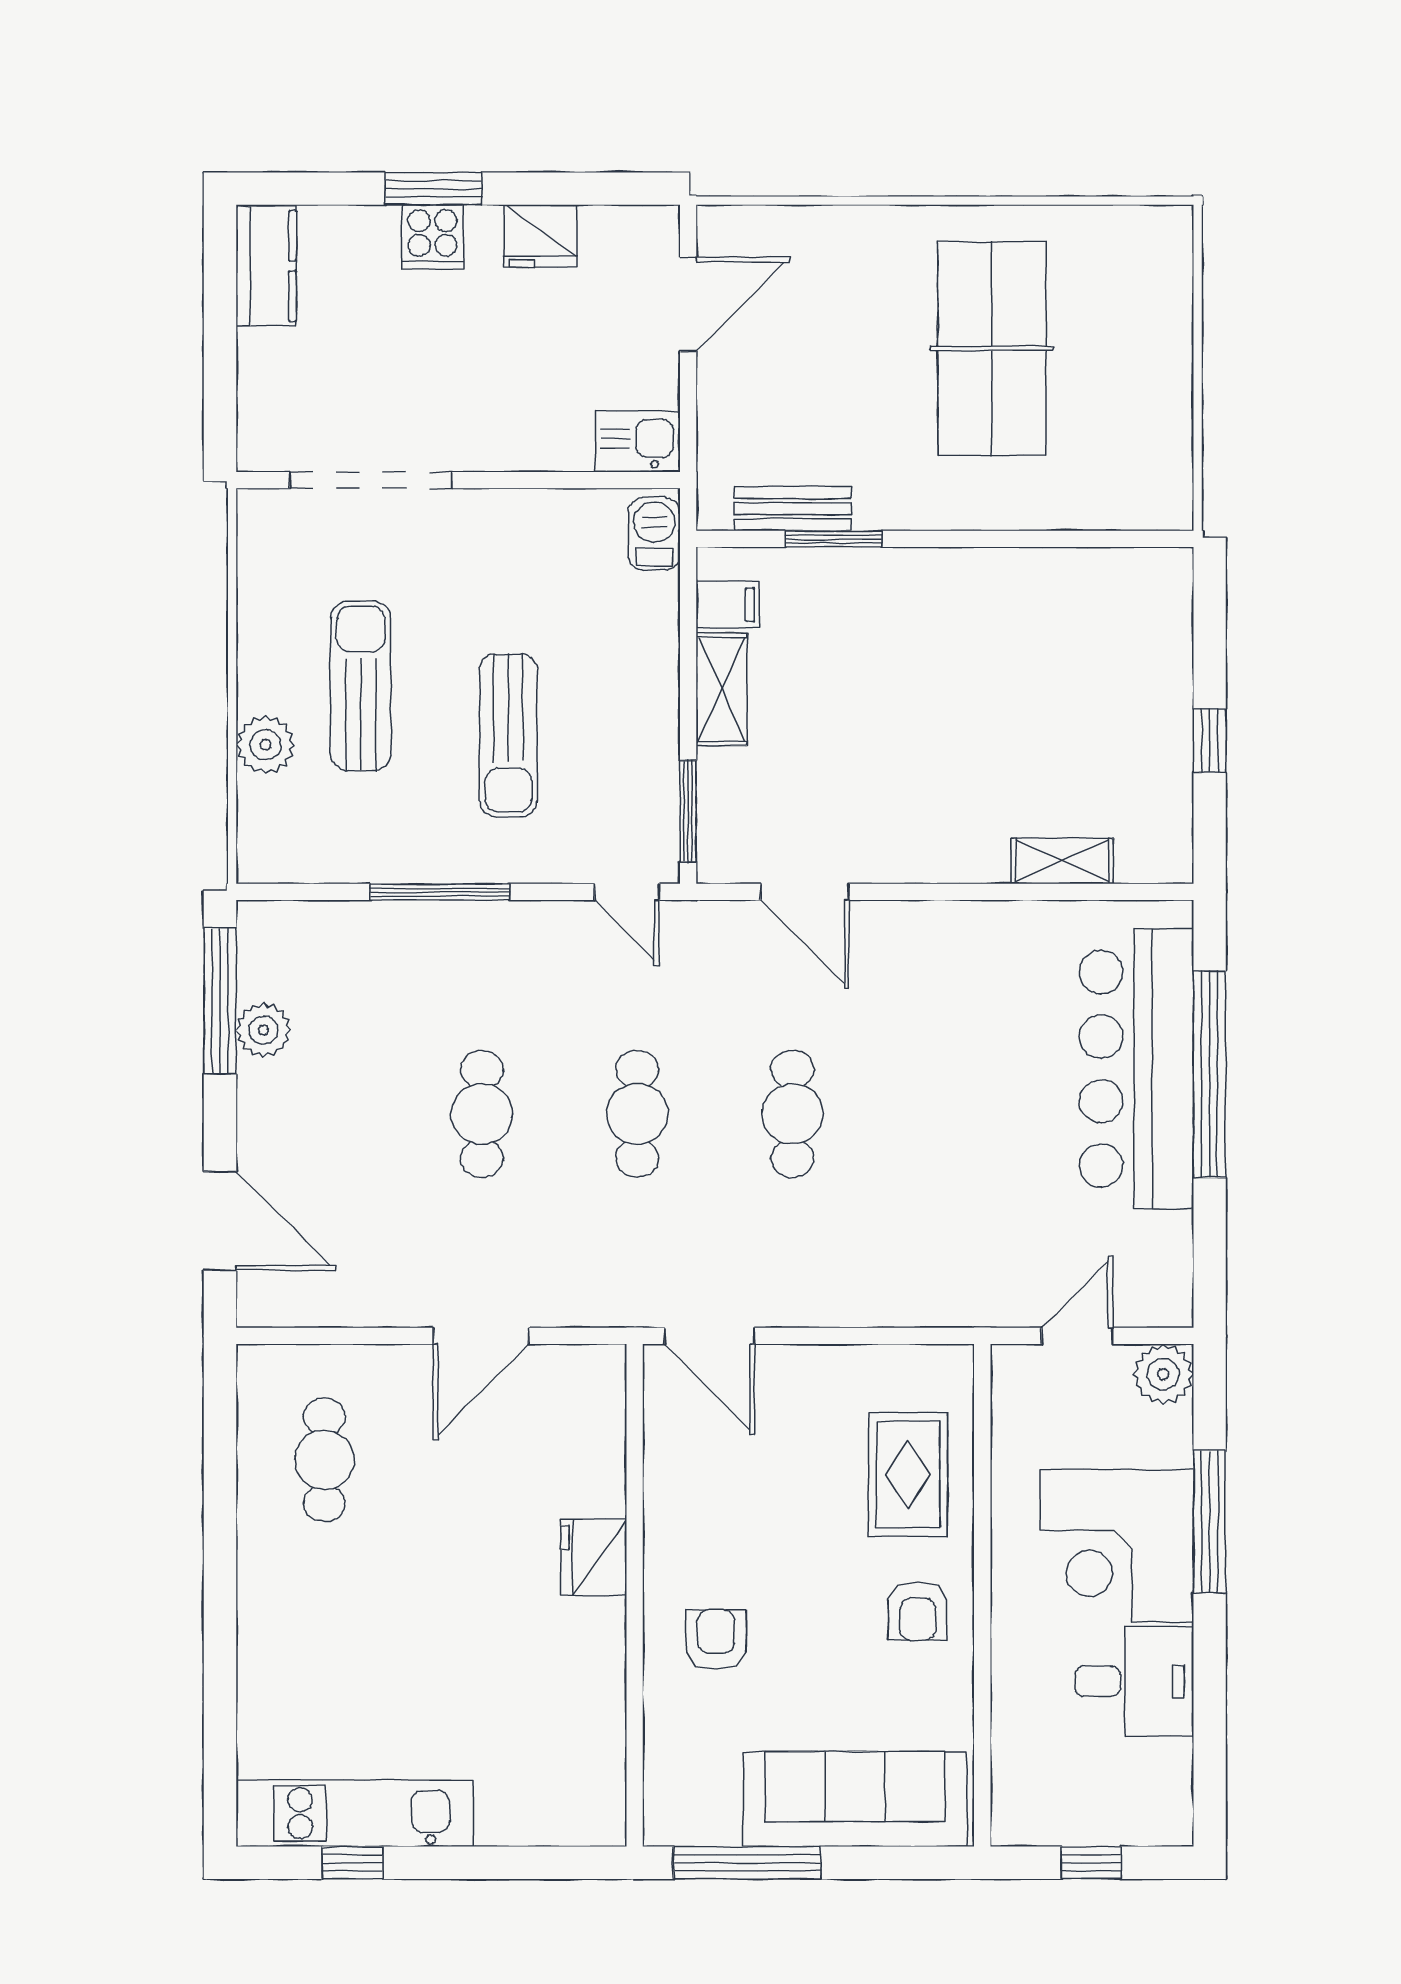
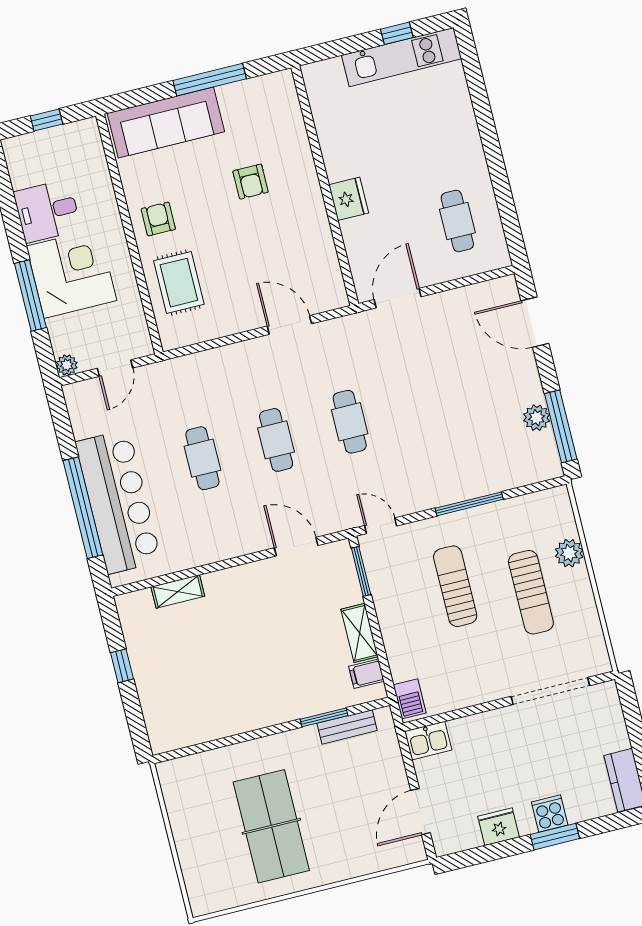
cafe table: (482, 1114) -> (202, 458), moved
plant: (1163, 1374) -> (67, 365), width x0.73, depth x0.73
fridge: (594, 1557) -> (349, 199), moved
wall: (635, 1595) -> (325, 186), moved

